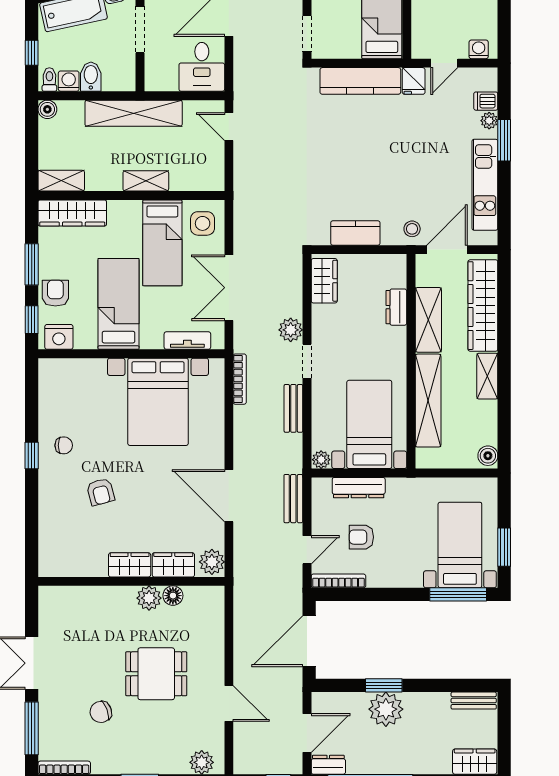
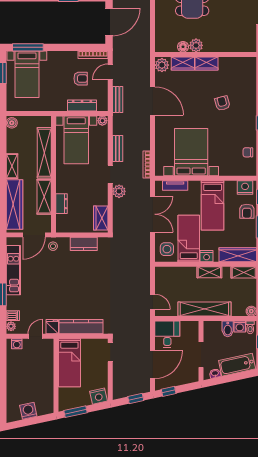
plant: (489, 121) -> (11, 326), moved
shelving: (146, 181) -> (209, 272), moved
nightstand: (130, 210) -> (207, 256), added
chair: (64, 445) -> (248, 152), moved

